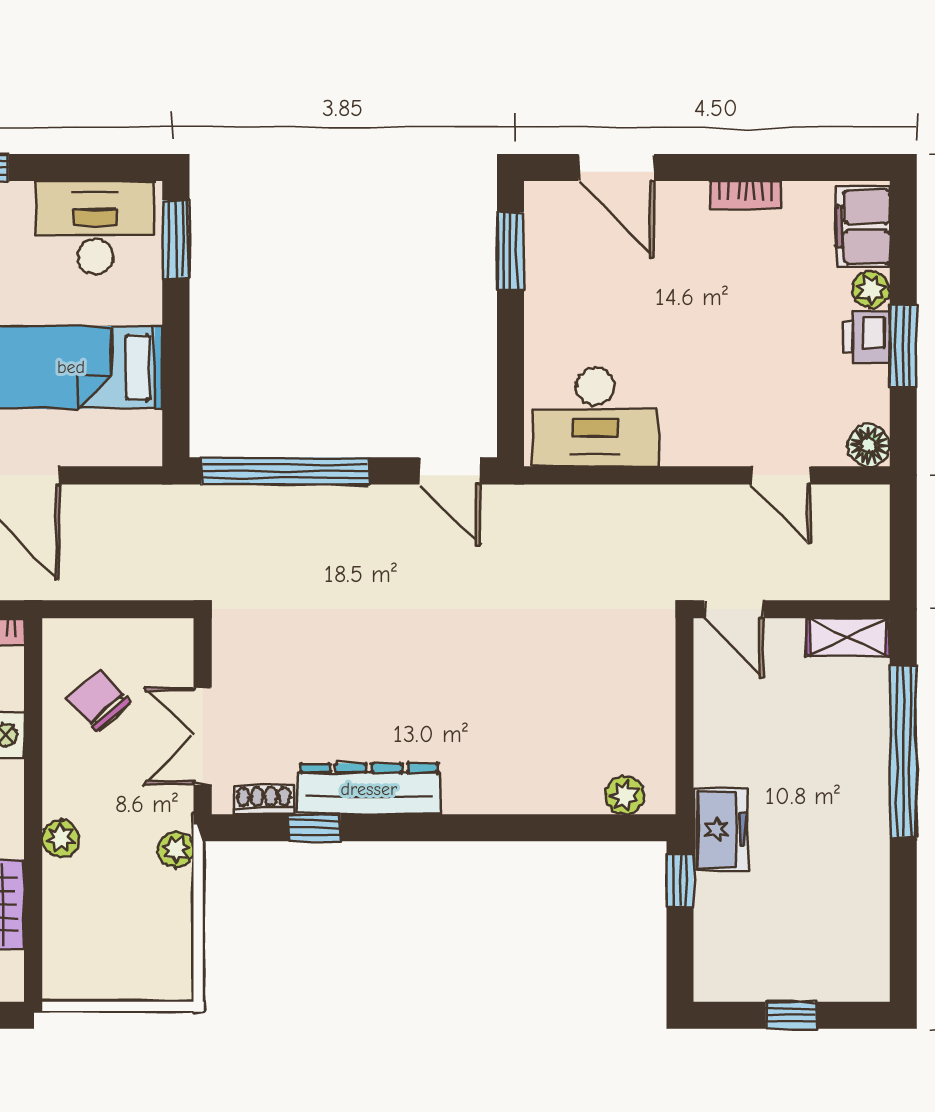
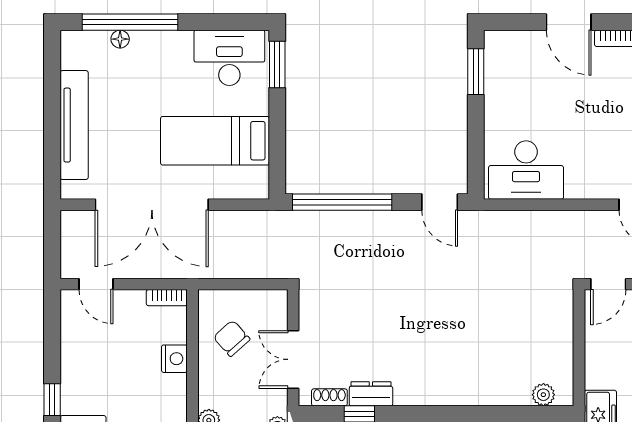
door: (616, 167) -> (569, 22), moved
door: (734, 609) -> (608, 284), hinge flipped
dresser: (369, 789) -> (371, 394), width x0.51, depth x0.80

